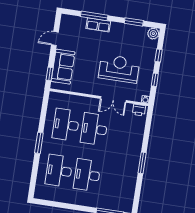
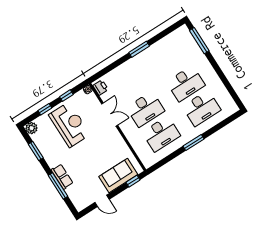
reception desk: (119, 69) -> (69, 125), moved, turned 180

